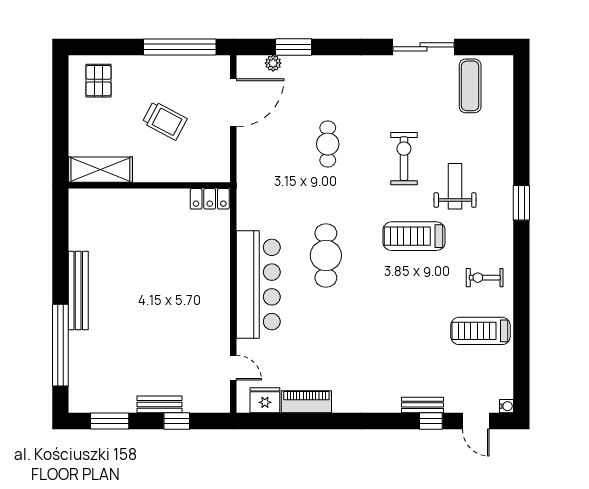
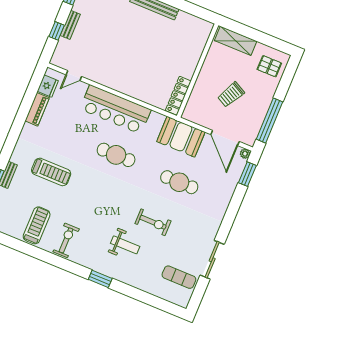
window: (294, 47) -> (247, 174), moved
plant: (273, 63) -> (245, 154), moved
cafe table: (328, 144) -> (179, 182), width x1.37, depth x1.35
shelving: (100, 170) -> (236, 41), moved, turned 90
booth: (259, 170) -> (181, 137), added
locker: (210, 199) -> (178, 96), width x1.53
treadmill: (414, 236) -> (51, 172), moved, turned 90
exercise bike: (485, 278) -> (66, 240), width x1.38, depth x1.39

